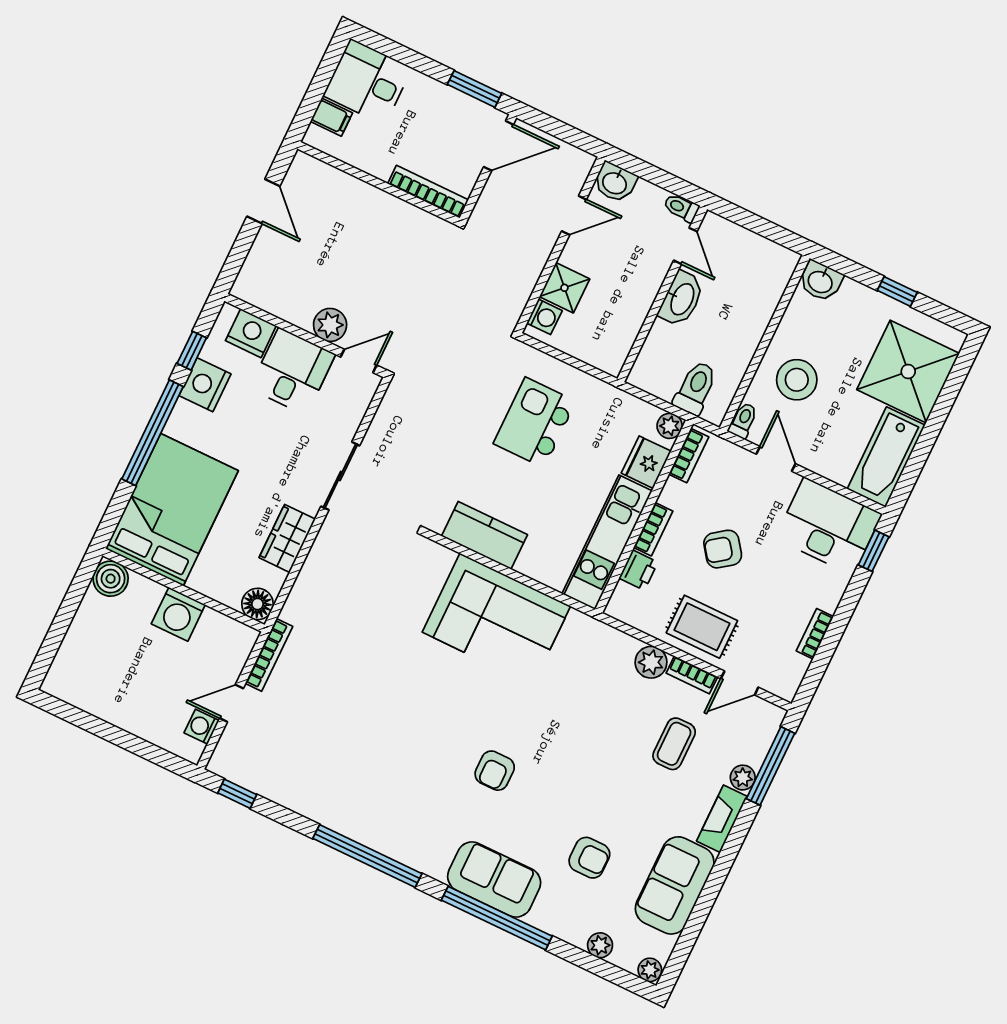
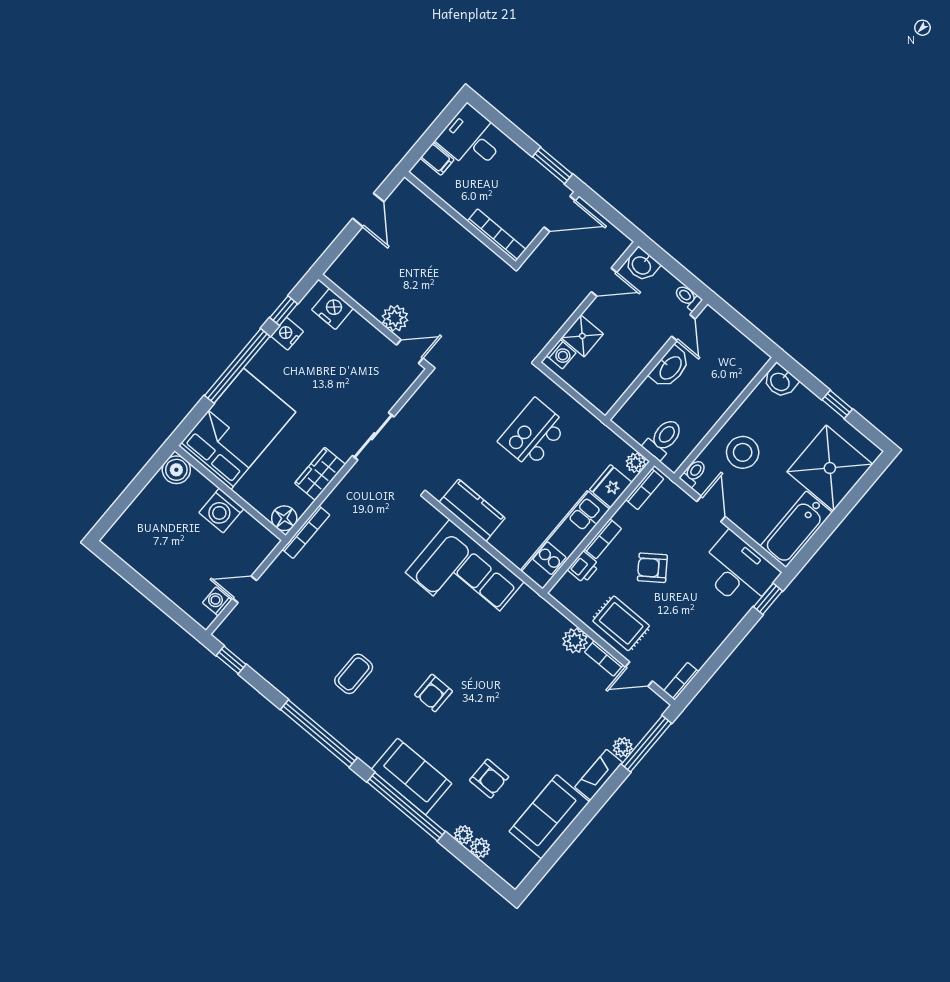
desk: (292, 371) -> (357, 346), removed
nightstand: (205, 385) -> (287, 334), width x0.74, depth x0.75
bookcase: (815, 634) -> (681, 681), moved
bookcase: (269, 655) -> (306, 532), moved
coffee table: (674, 744) -> (354, 674), moved
plant: (650, 970) -> (463, 835), moved

